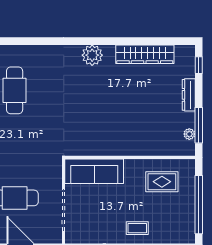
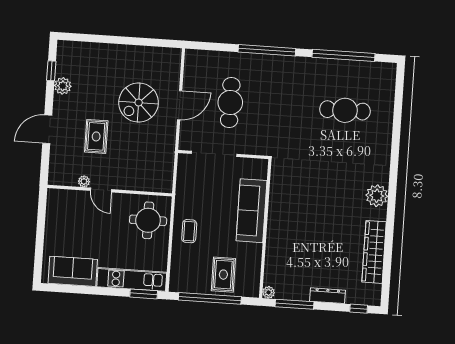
plant: (189, 134) -> (269, 292), moved
sofa: (94, 171) -> (252, 211), moved
rug: (162, 182) -> (223, 275), moved

